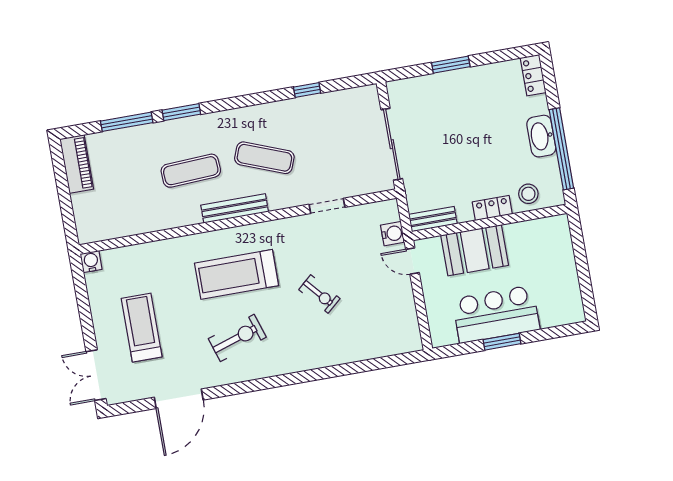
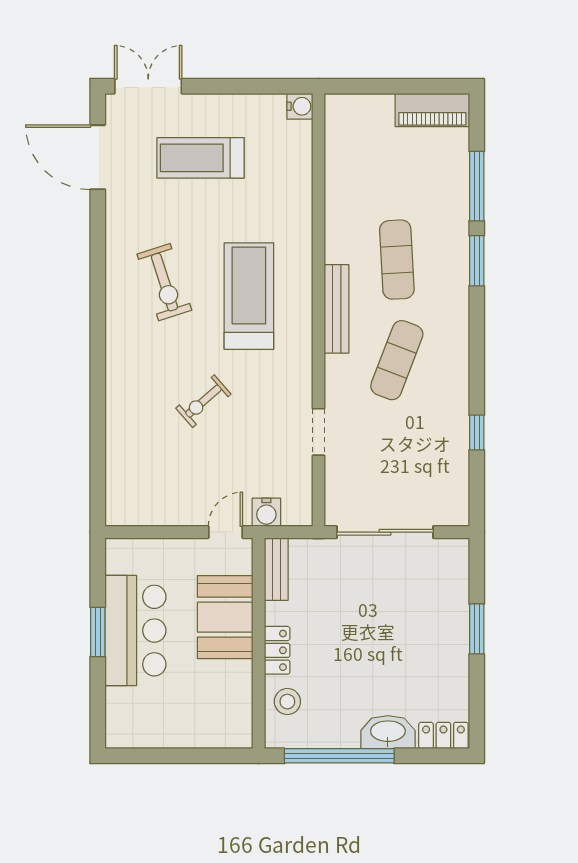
washbasin: (541, 136) -> (388, 732), moved
treadmill: (142, 328) -> (201, 158), turned 180
door: (179, 399) -> (98, 157), moved

